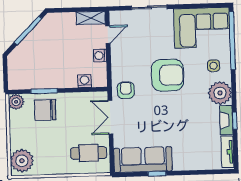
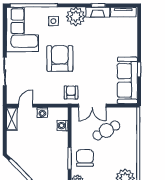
door: (108, 35) -> (26, 106), hinge flipped
armchair: (126, 90) -> (71, 92), turned 90
chair: (45, 110) -> (85, 158), turned 180
cafe table: (89, 153) -> (106, 130), moved, turned 61

